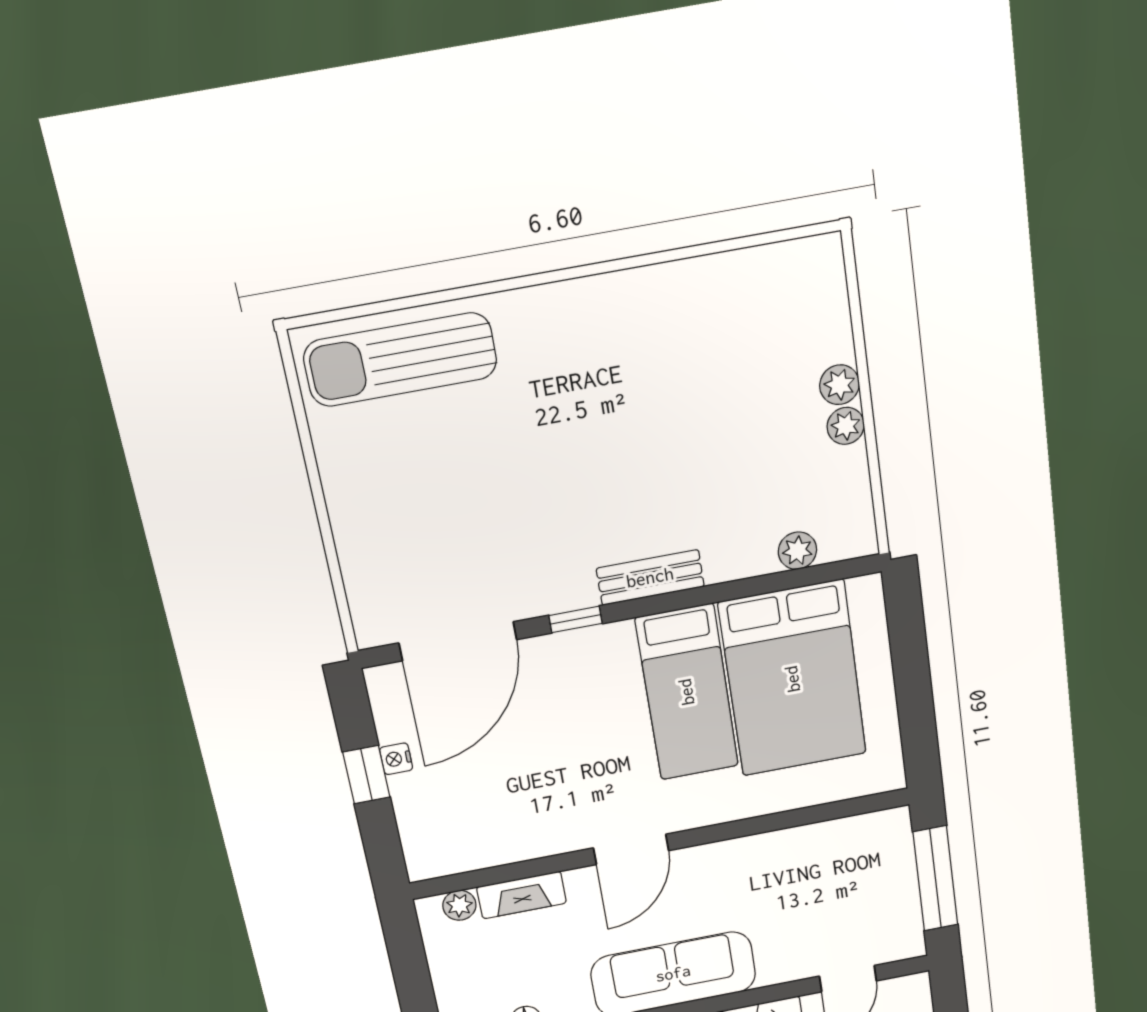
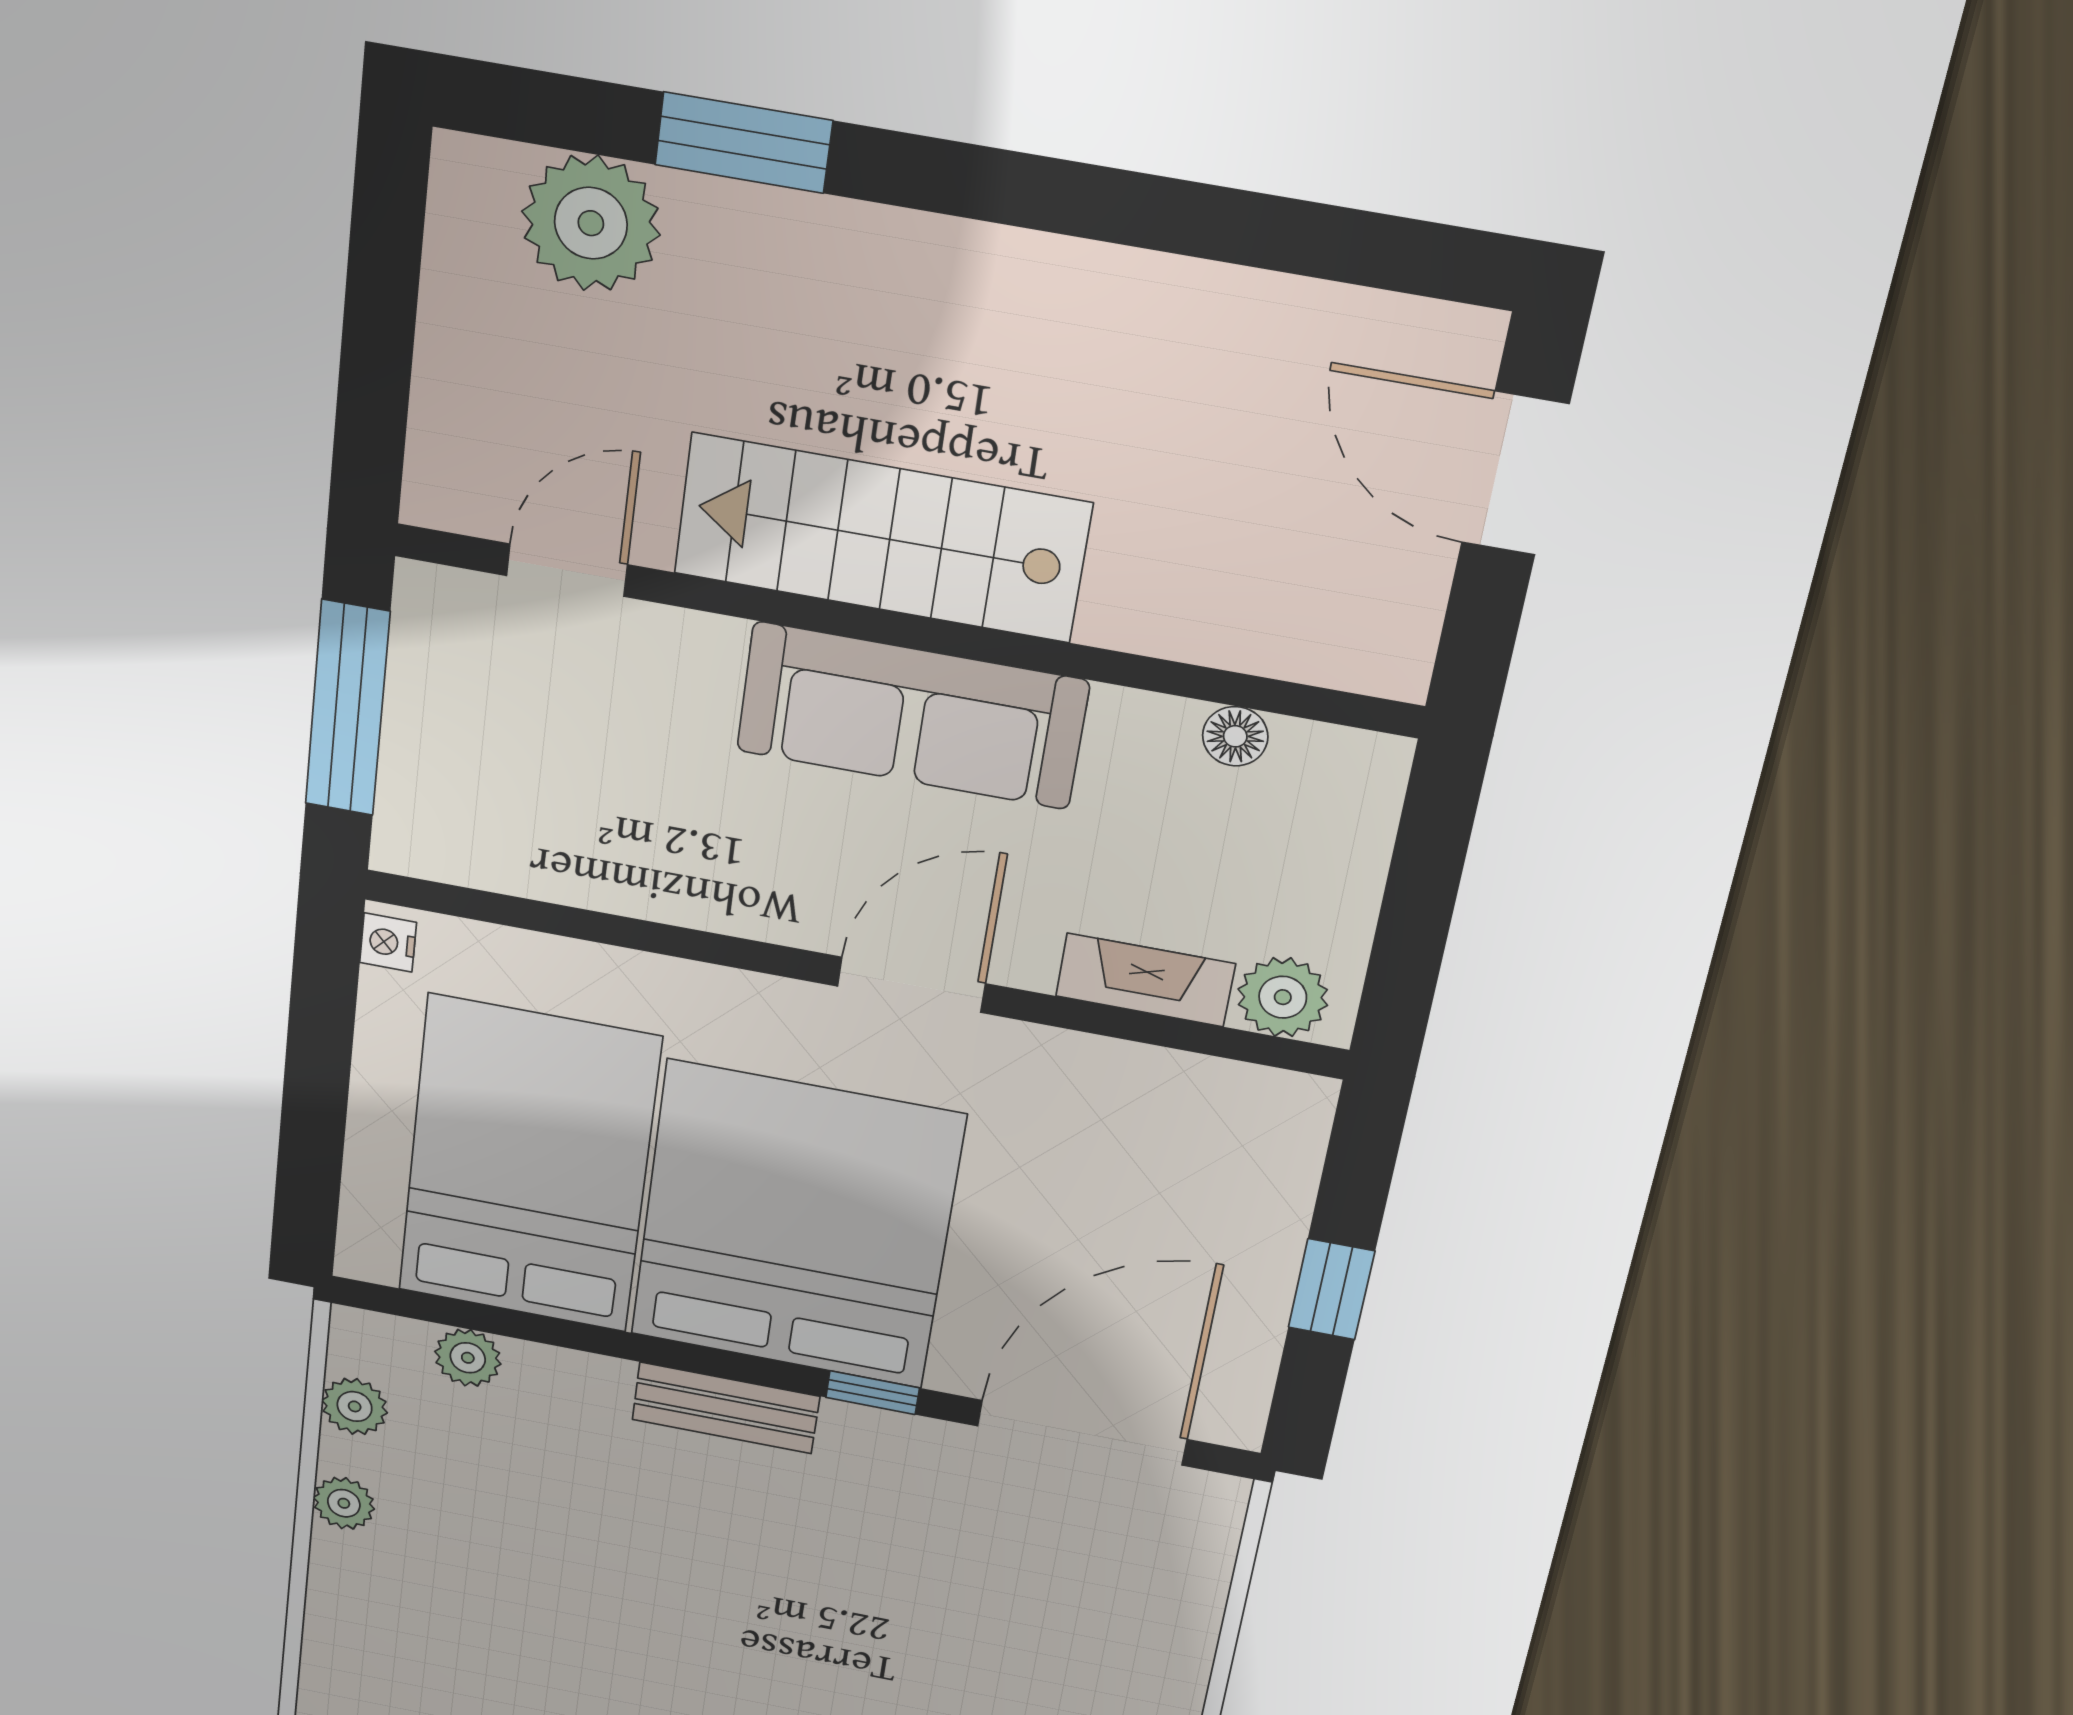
plant: (839, 385) -> (355, 1406), moved
bed: (687, 692) -> (796, 1226), width x2.04
nightstand: (396, 759) -> (388, 942), moved, turned 180
plant: (459, 905) -> (1283, 997), width x1.38, depth x1.38

